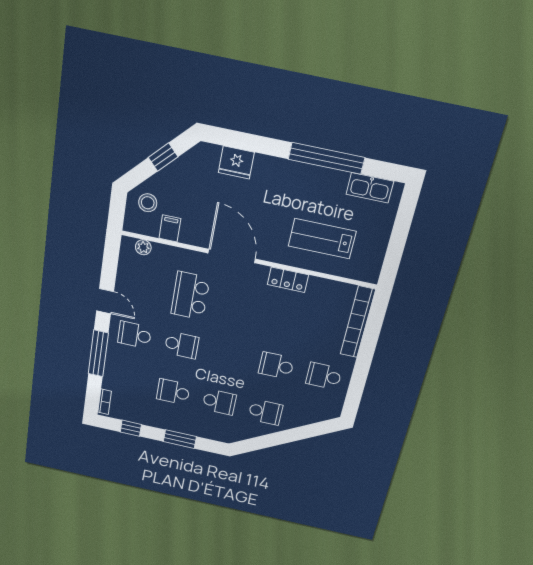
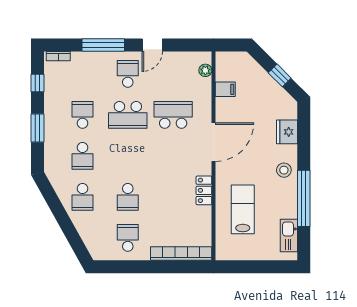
stool: (148, 203) -> (284, 170), moved
school desk: (182, 345) -> (128, 115), width x1.85
school desk: (276, 366) -> (128, 197), turned 180

